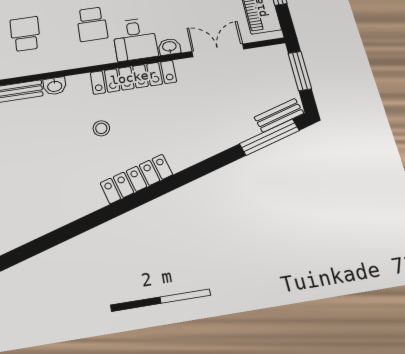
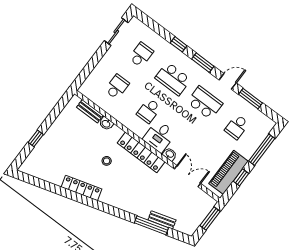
bench: (279, 115) -> (162, 220), moved
window: (269, 137) -> (151, 225), moved
locker: (136, 179) -> (81, 188), moved

